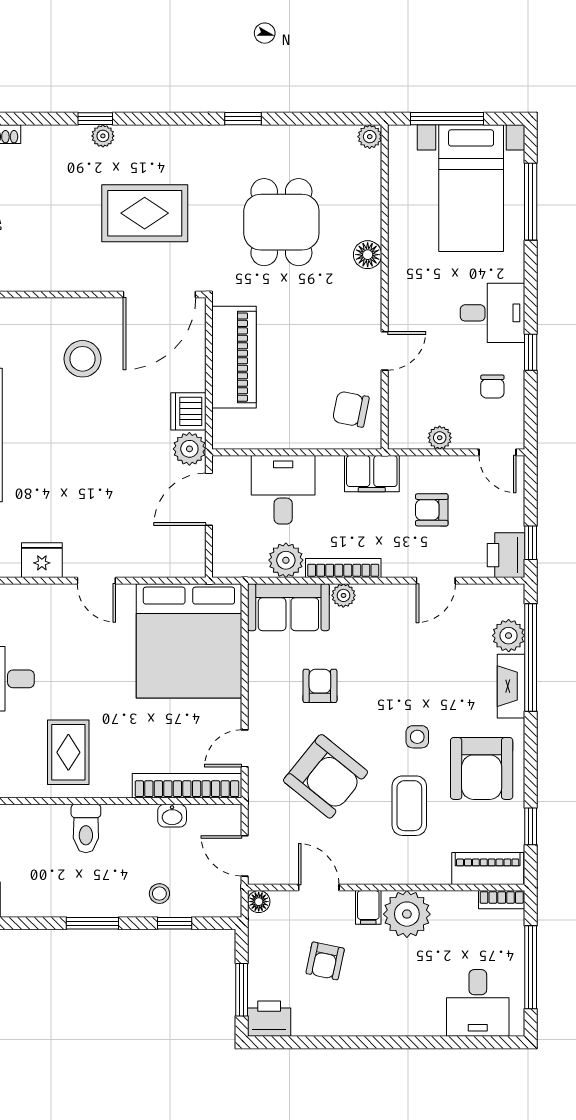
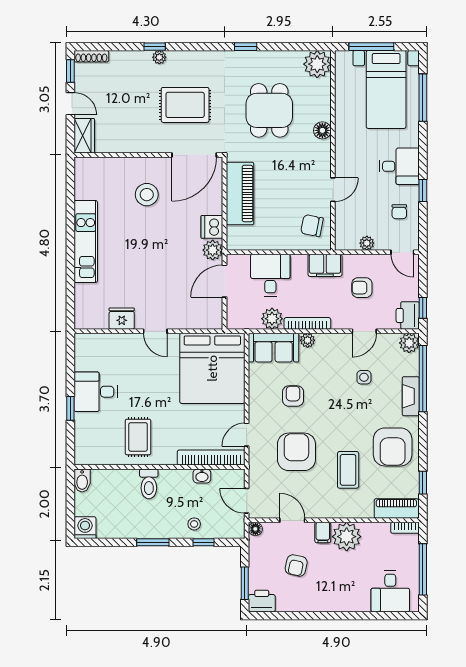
plant: (370, 137) -> (317, 64), width x1.88, depth x1.88
plant: (509, 636) -> (409, 343), moved
side table: (417, 737) -> (364, 377), moved
armchair: (325, 776) -> (296, 452), turned -129

